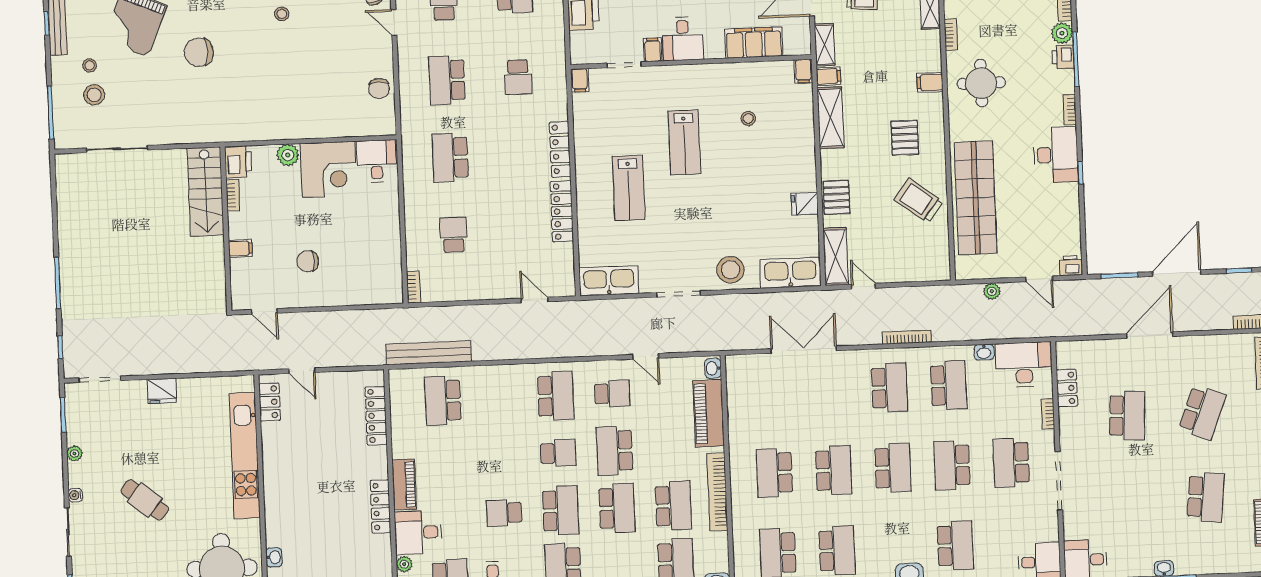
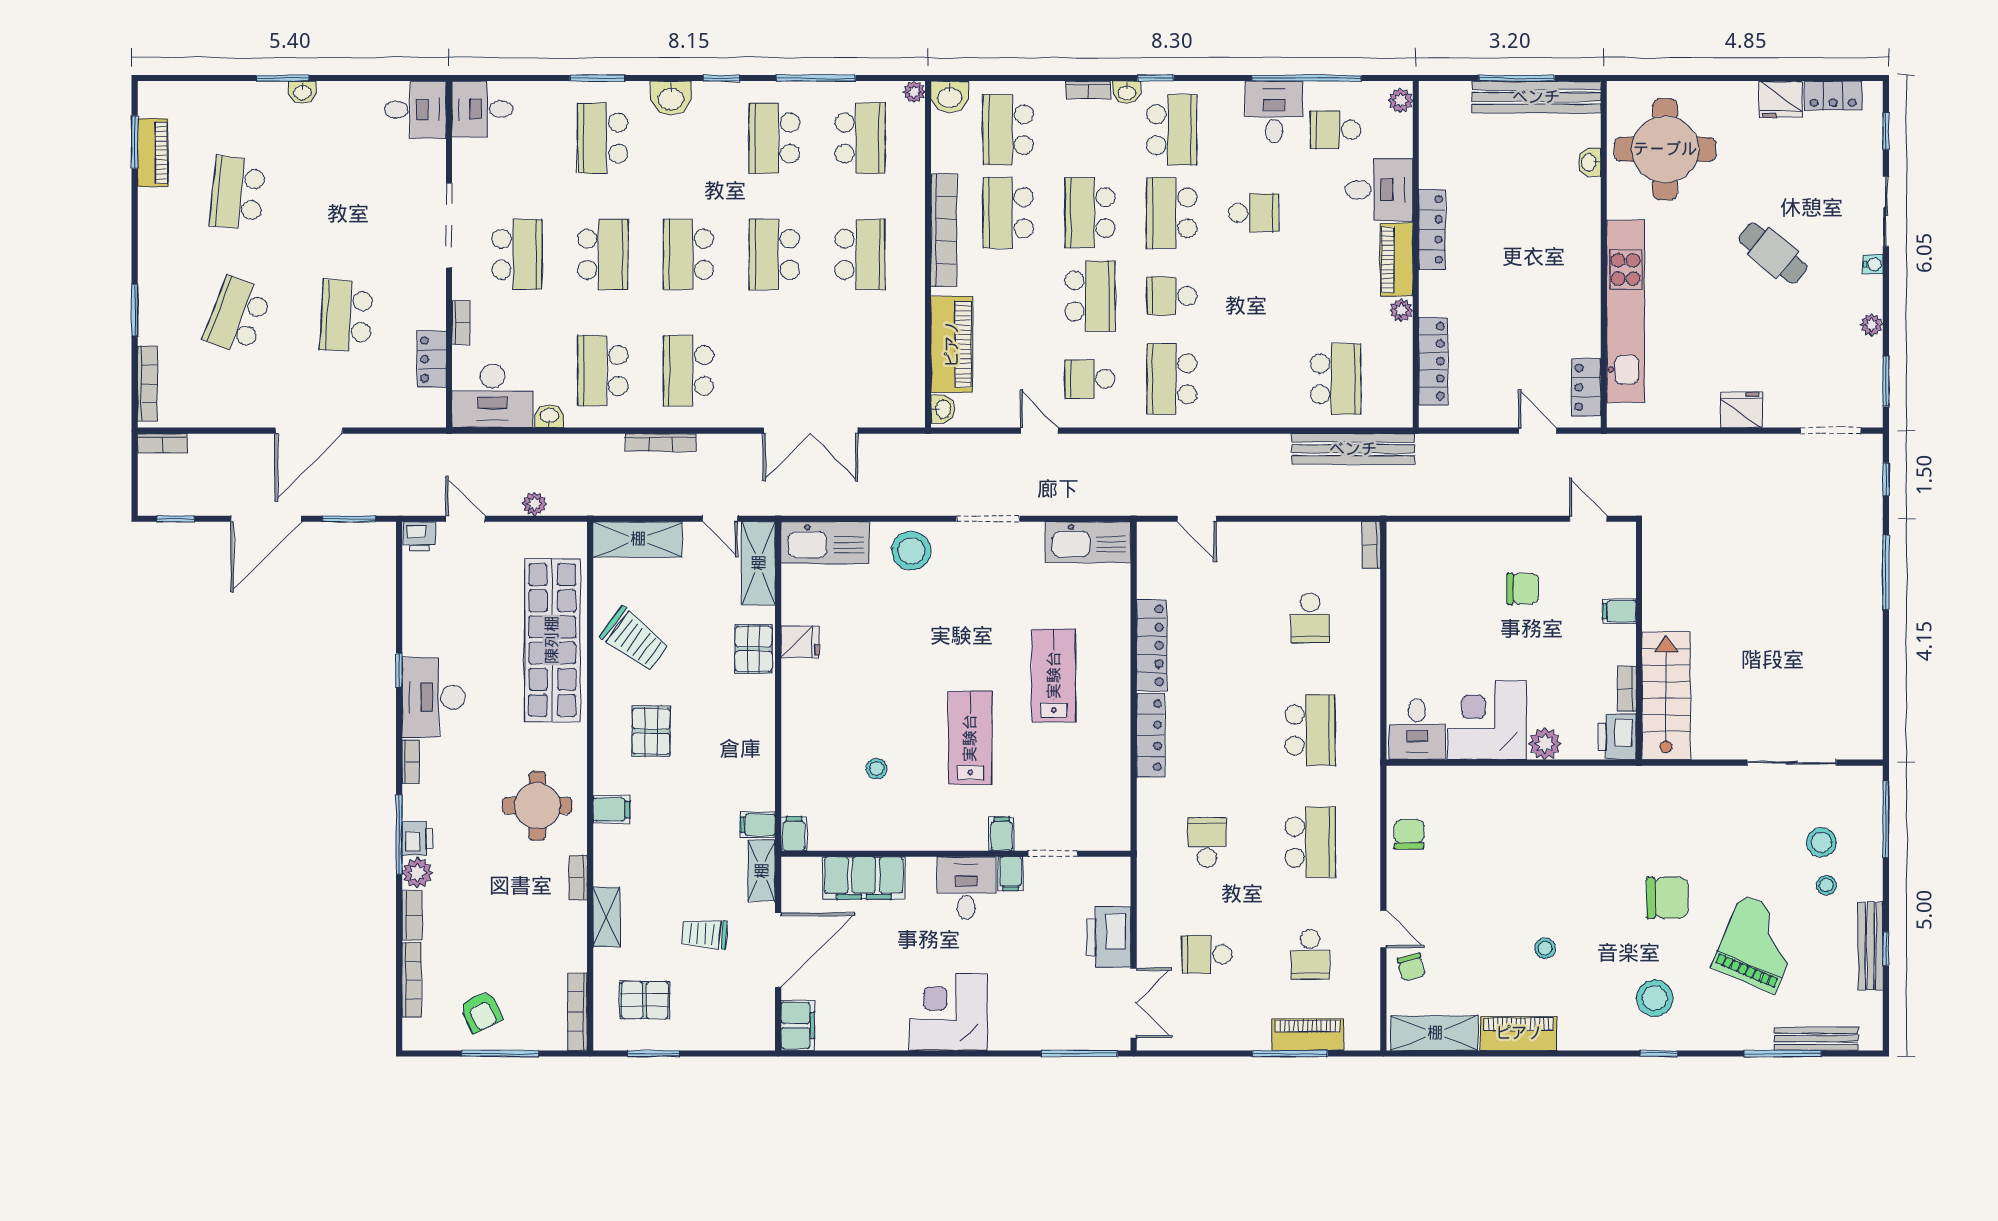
filing cabinet: (580, 80) -> (1002, 834), moved
shelving: (830, 118) -> (638, 539), moved, turned 90
plant: (404, 564) -> (1401, 310), moved

